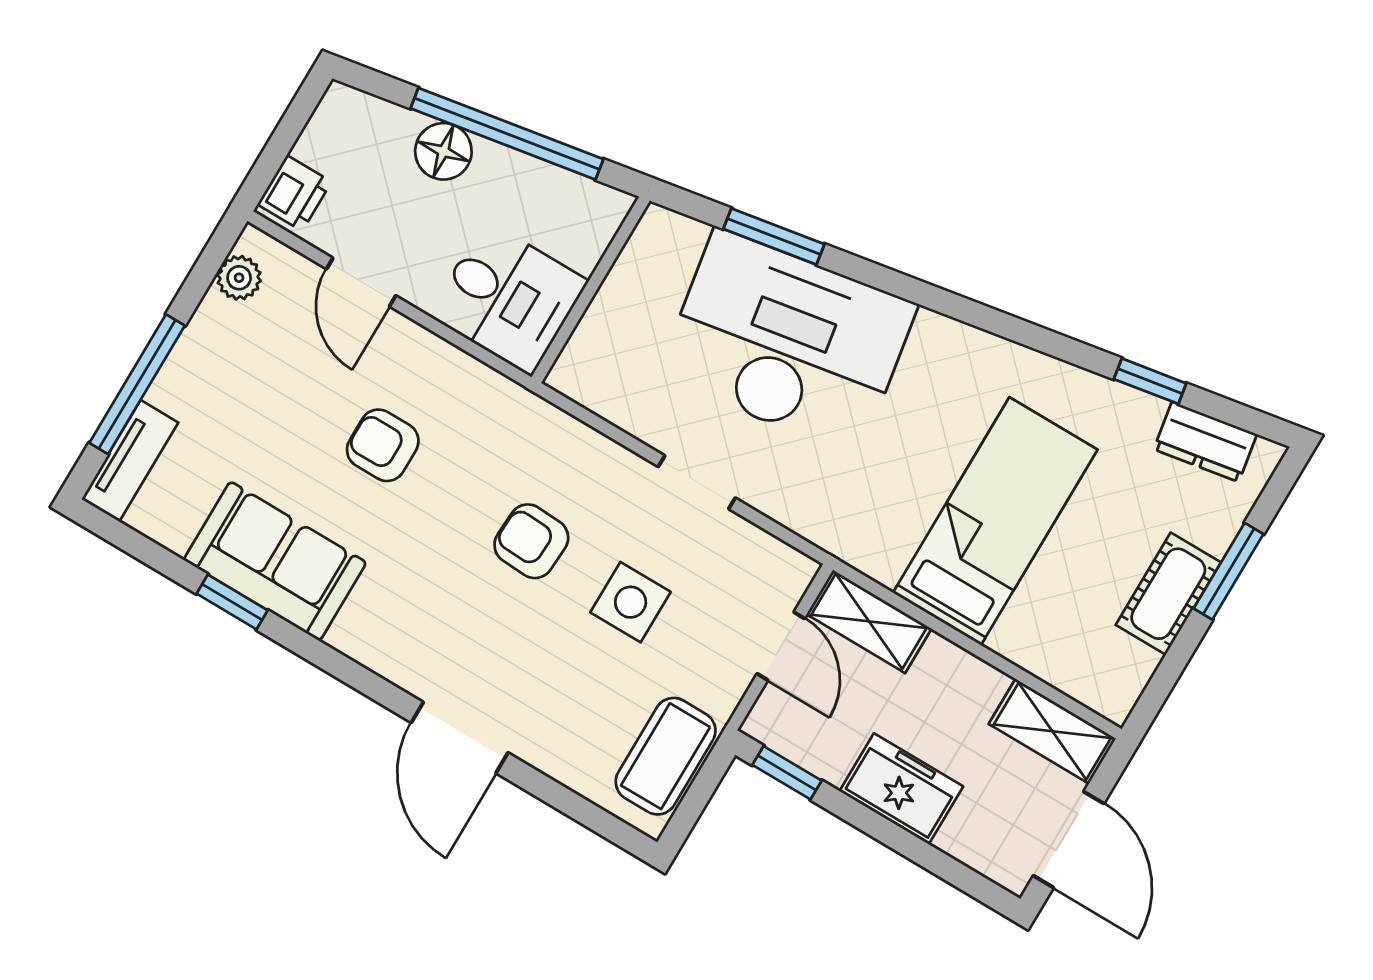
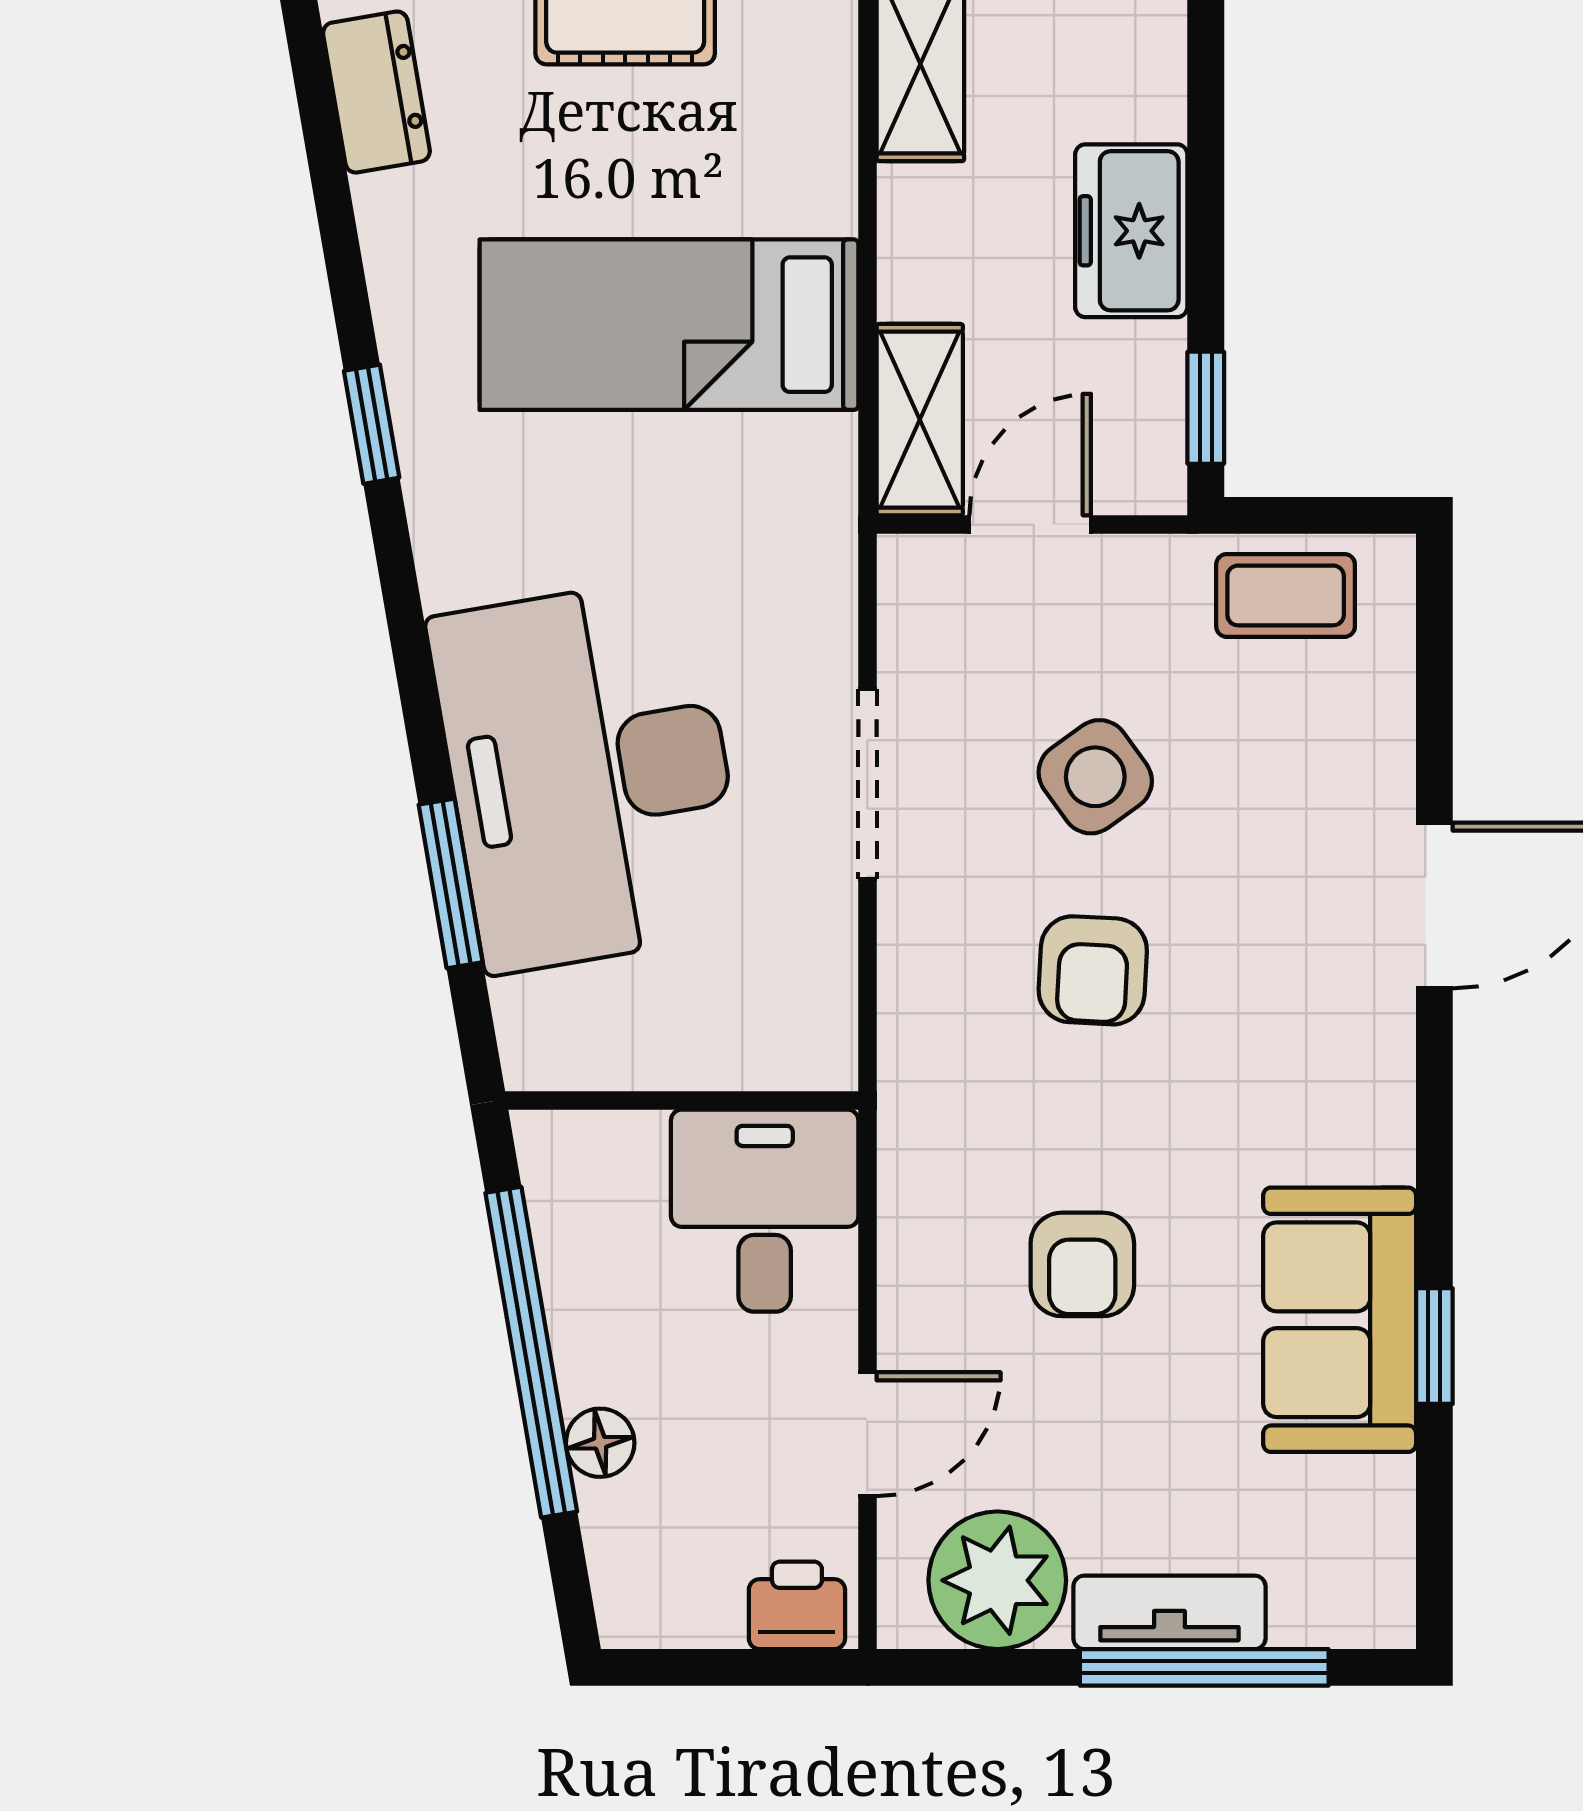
floor lamp: (443, 151) -> (600, 1443), width x0.73, depth x0.73
plant: (239, 278) -> (997, 1580), width x1.88, depth x1.88
window: (1150, 381) -> (372, 424), moved
tv unit: (130, 461) -> (1169, 1612), moved
doorway: (697, 482) -> (867, 784), width x1.38
side table: (631, 602) -> (1095, 777), turned -36
coffee table: (666, 756) -> (1286, 595), width x0.73, depth x0.77

